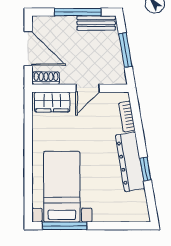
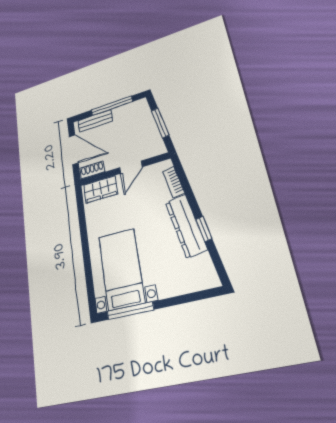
bench: (96, 23) -> (95, 121), moved

